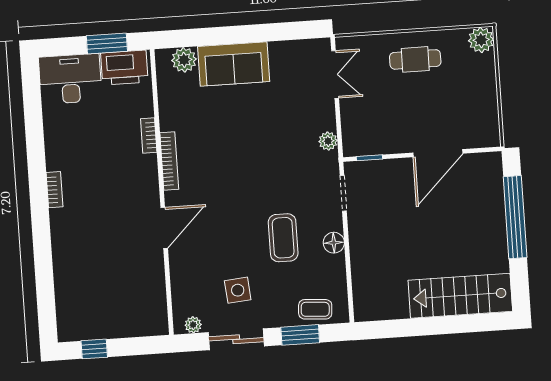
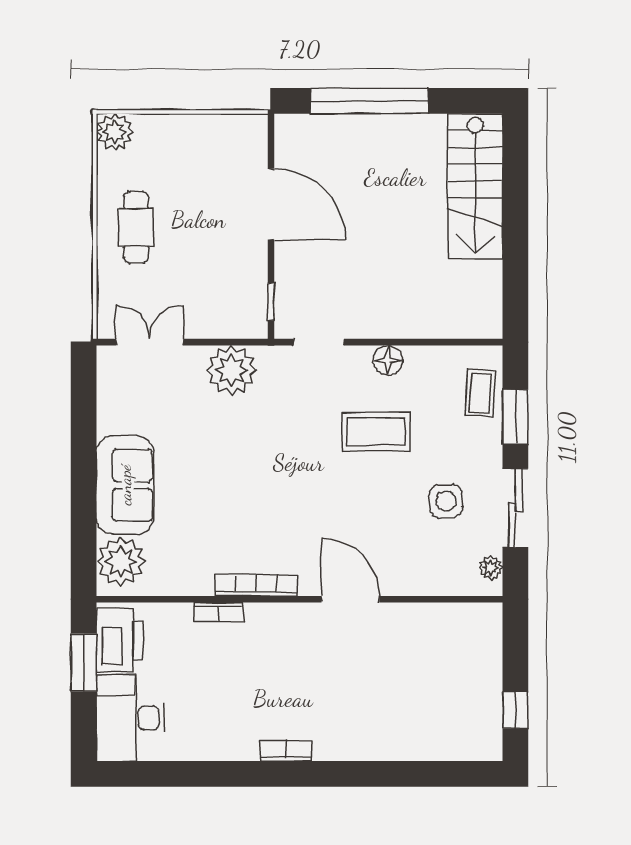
plant: (184, 60) -> (121, 561), width x1.36, depth x1.36
plant: (328, 141) -> (232, 370), width x1.87, depth x1.87

